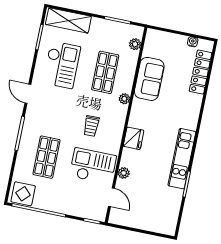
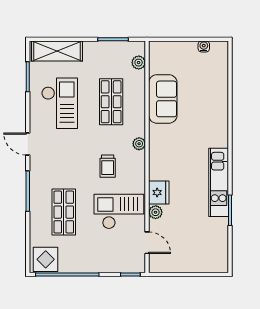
locker: (201, 72) -> (220, 79), removed
plant: (124, 99) -> (139, 144), moved
fridge: (134, 138) -> (159, 193), moved

